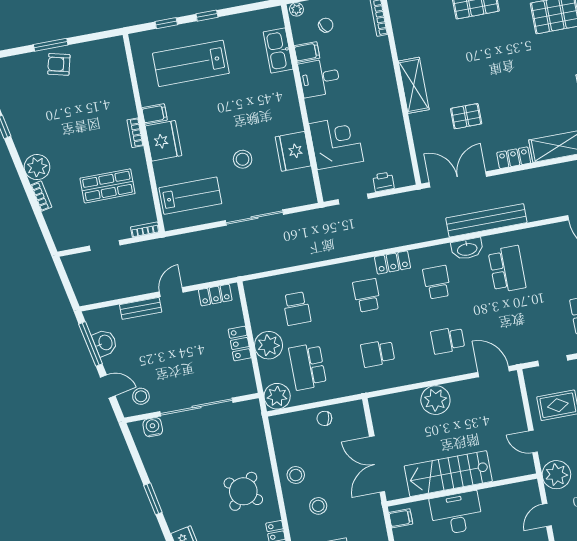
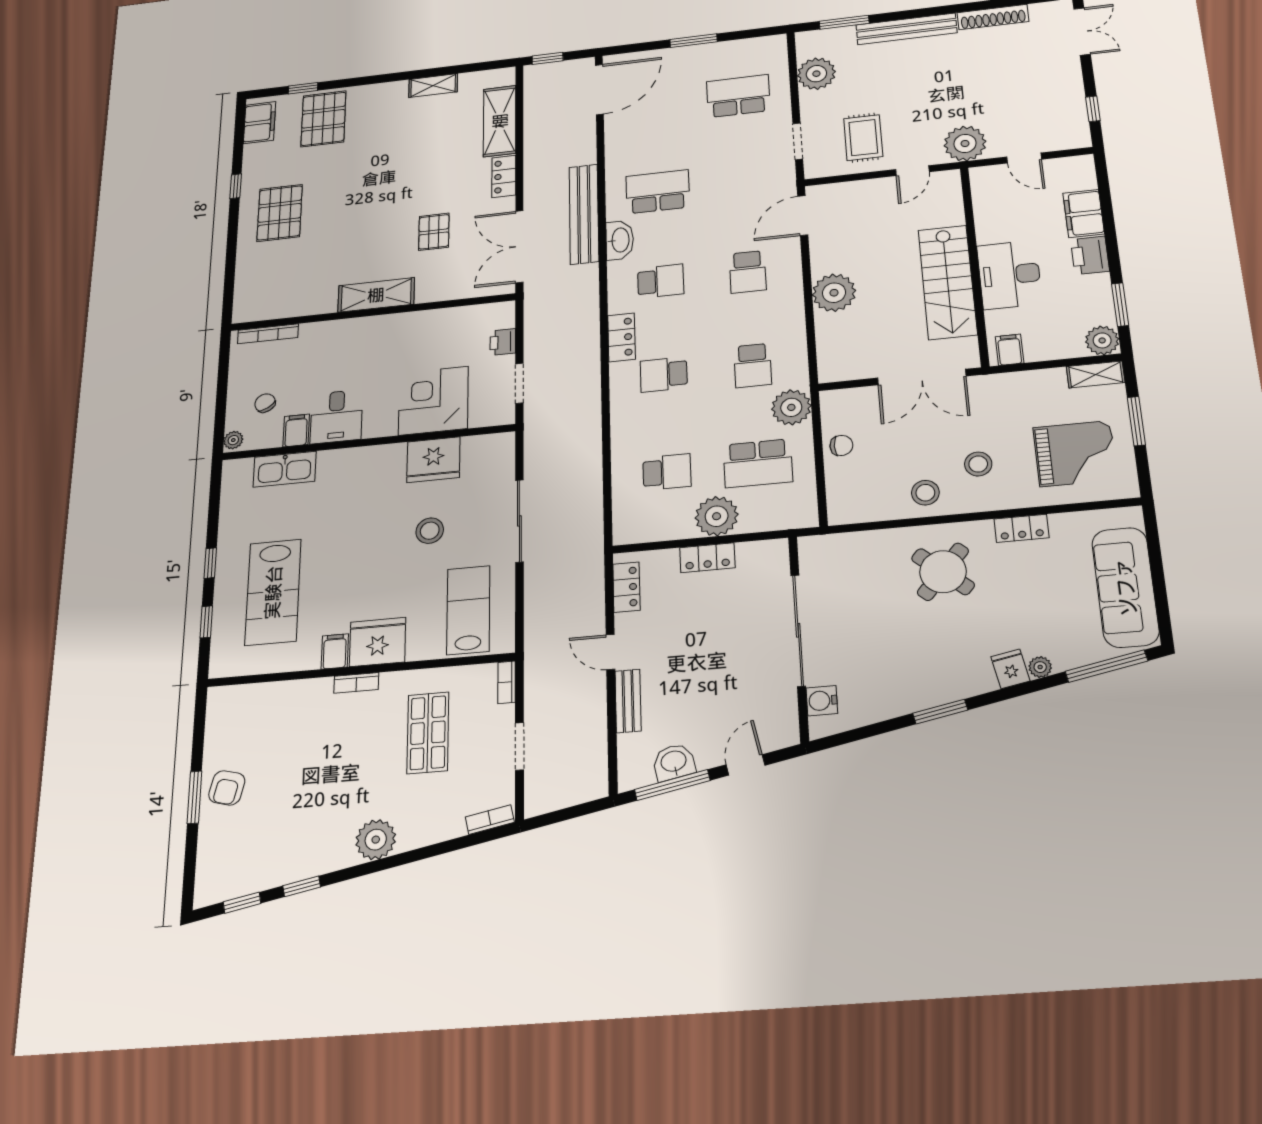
bookcase: (41, 196) -> (490, 820), moved
school desk: (437, 282) -> (661, 281), turned 180
stool: (141, 396) -> (769, 714), removed
plant: (277, 396) -> (791, 407), moved
chair: (324, 418) -> (841, 445), turned -103

